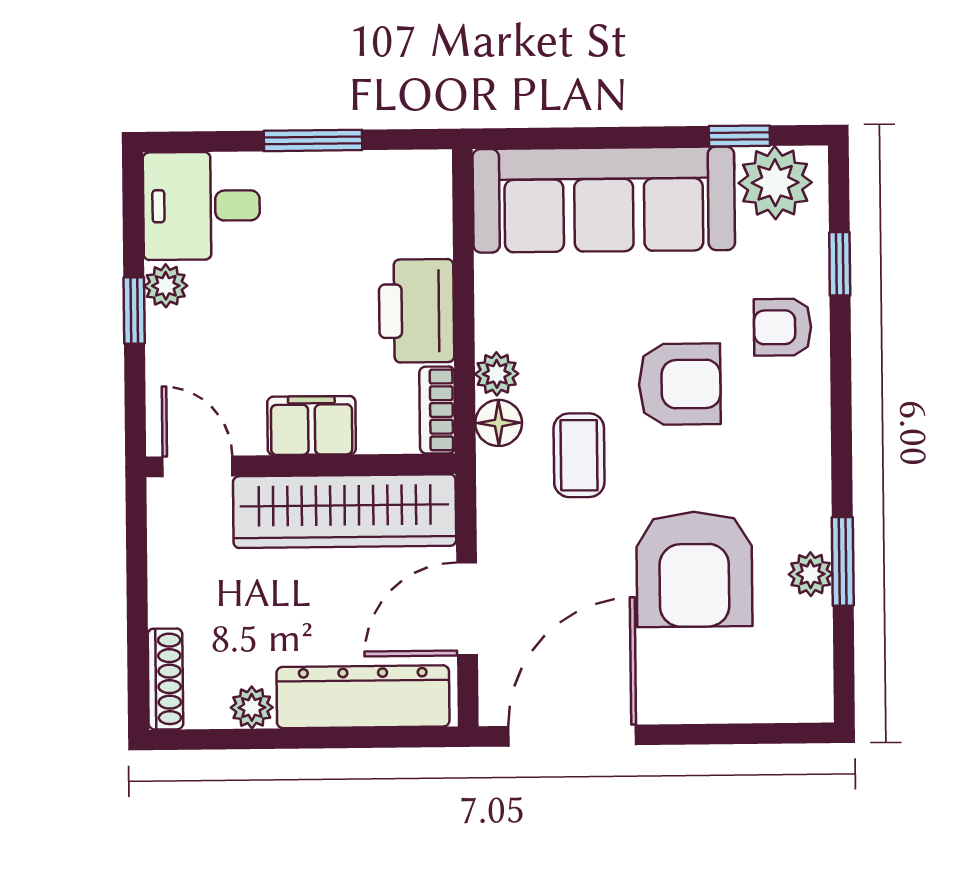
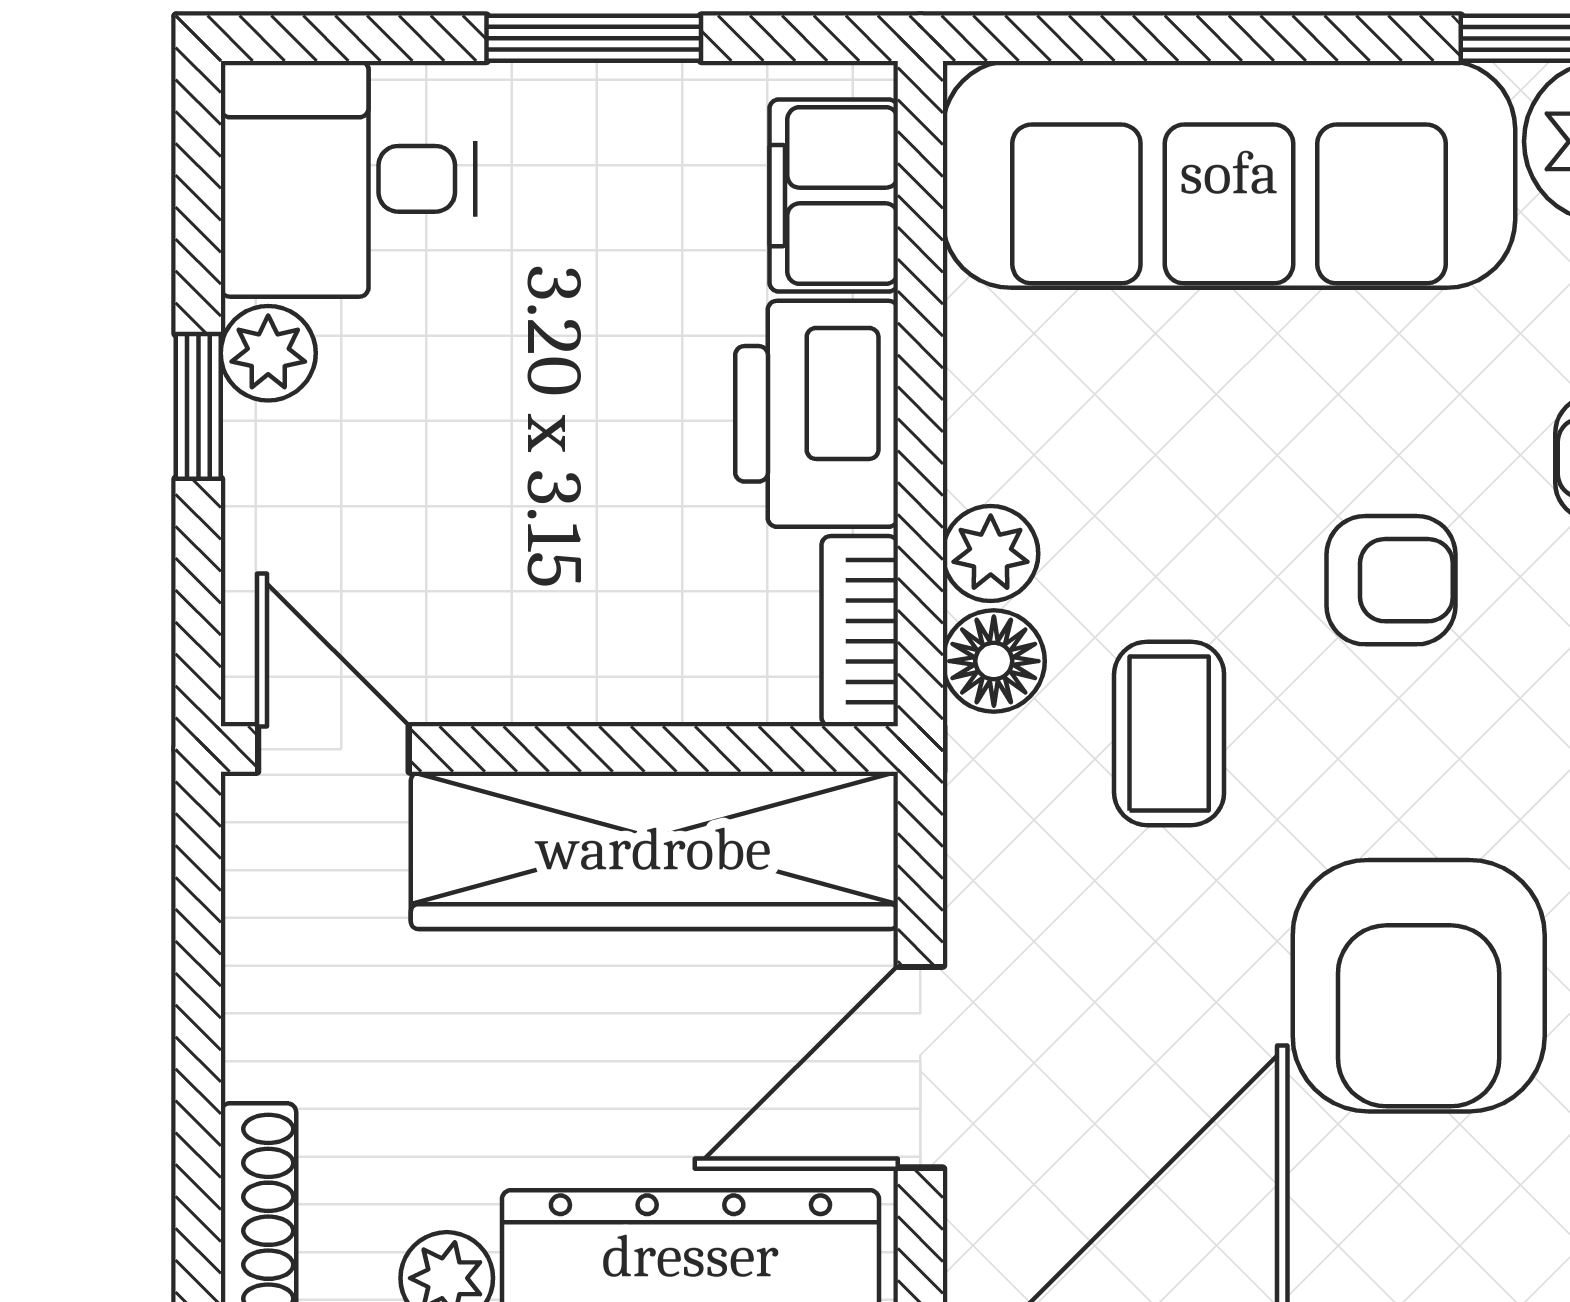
armchair: (680, 384) -> (1391, 580), width x0.72, depth x0.72
filing cabinet: (312, 426) -> (834, 196), moved, turned -90

